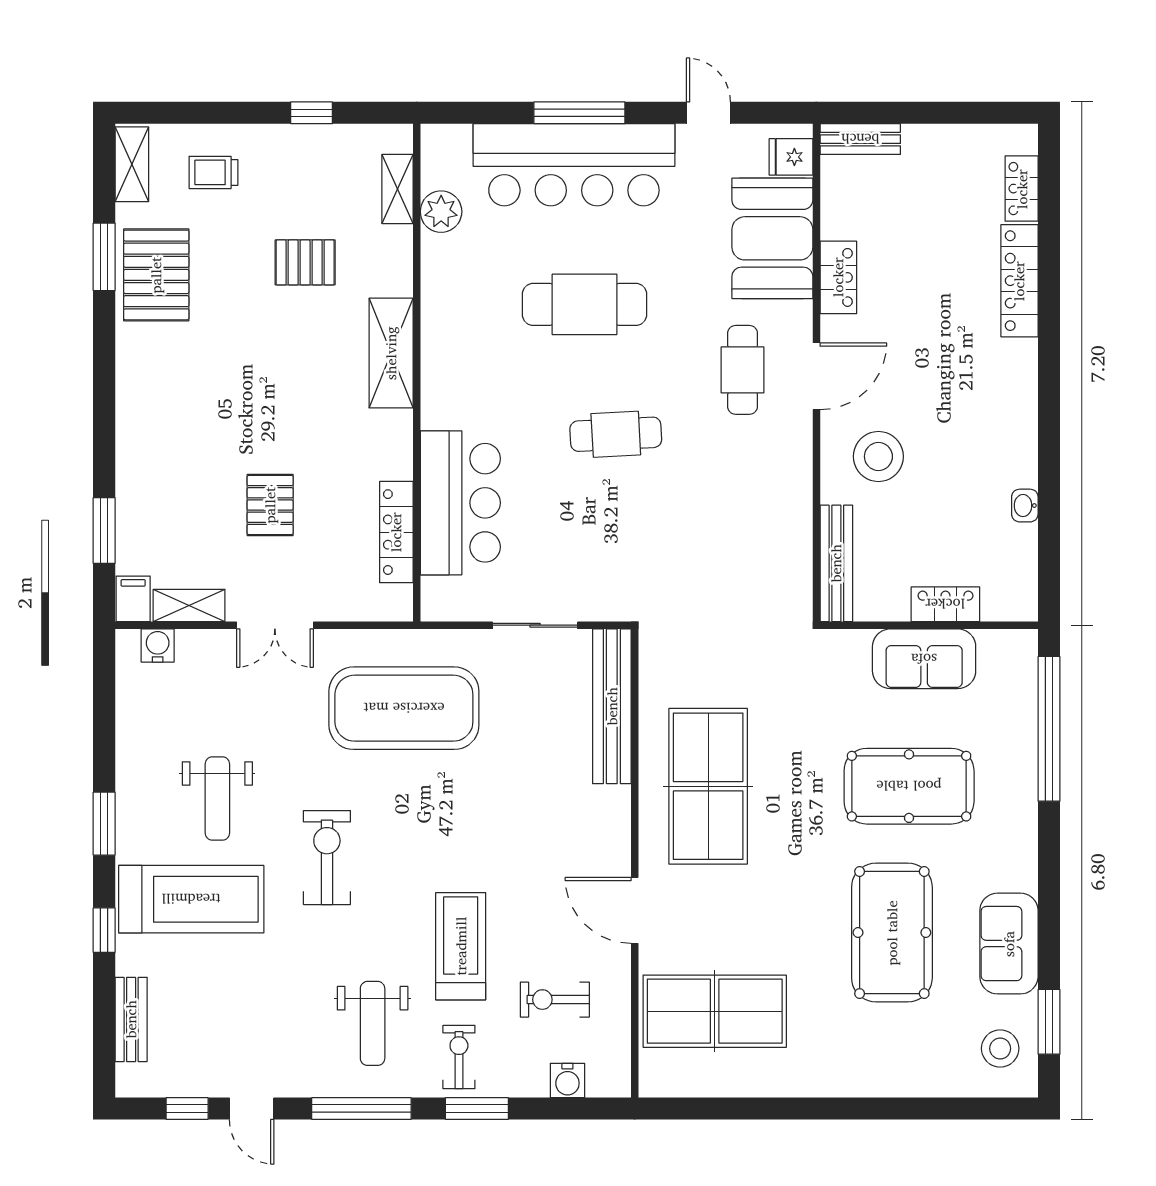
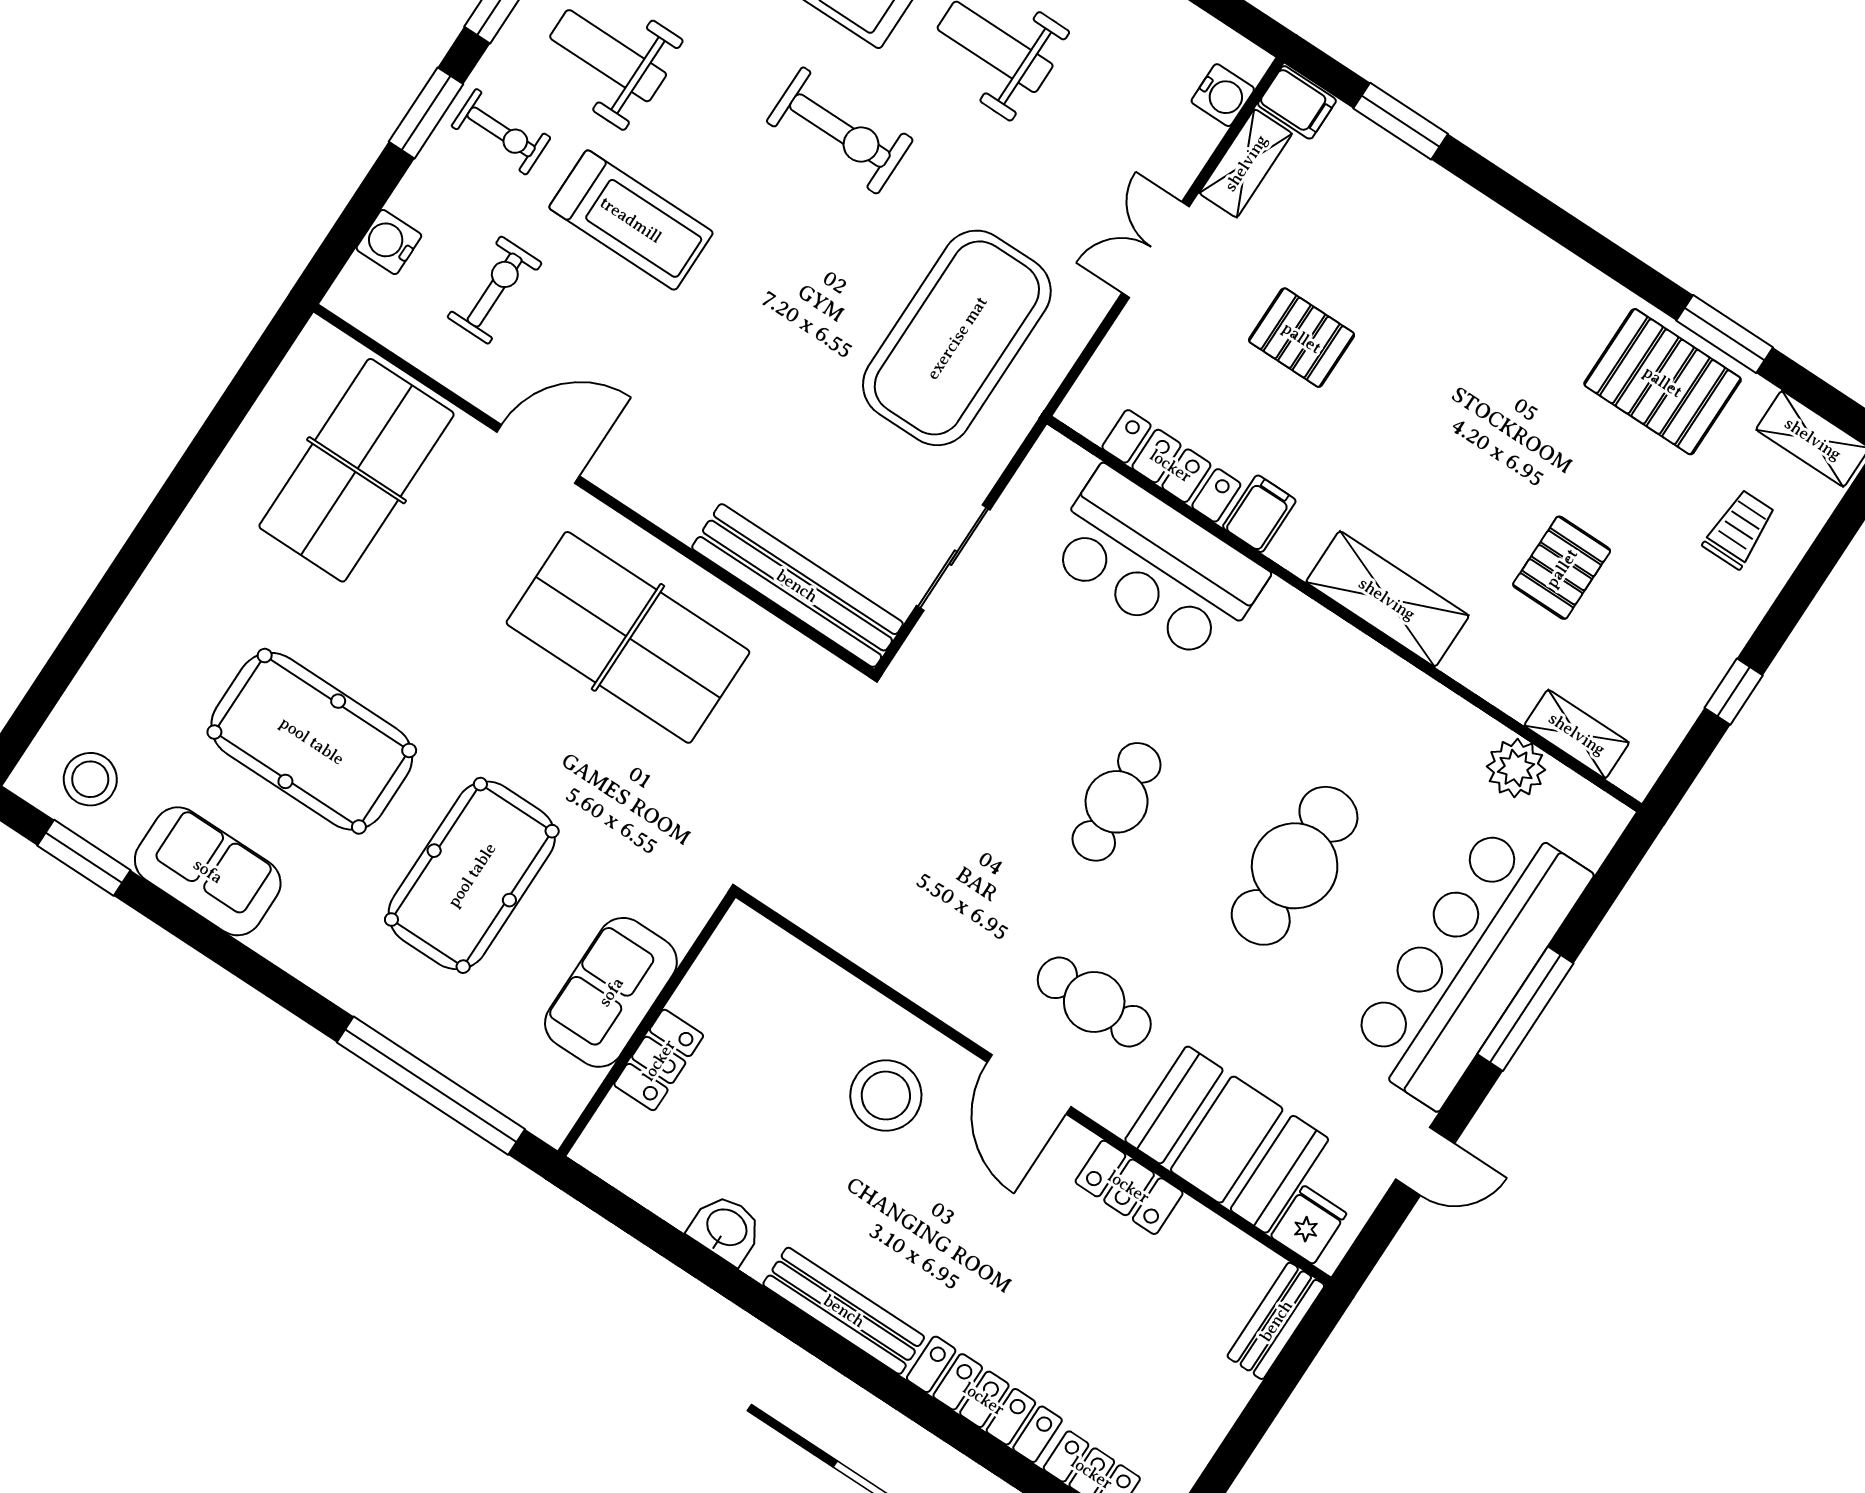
filing cabinet: (390, 462) -> (1259, 514), added
washbasin: (1025, 506) -> (726, 1229), width x1.38, depth x1.45
bench: (836, 563) -> (844, 1311), moved

